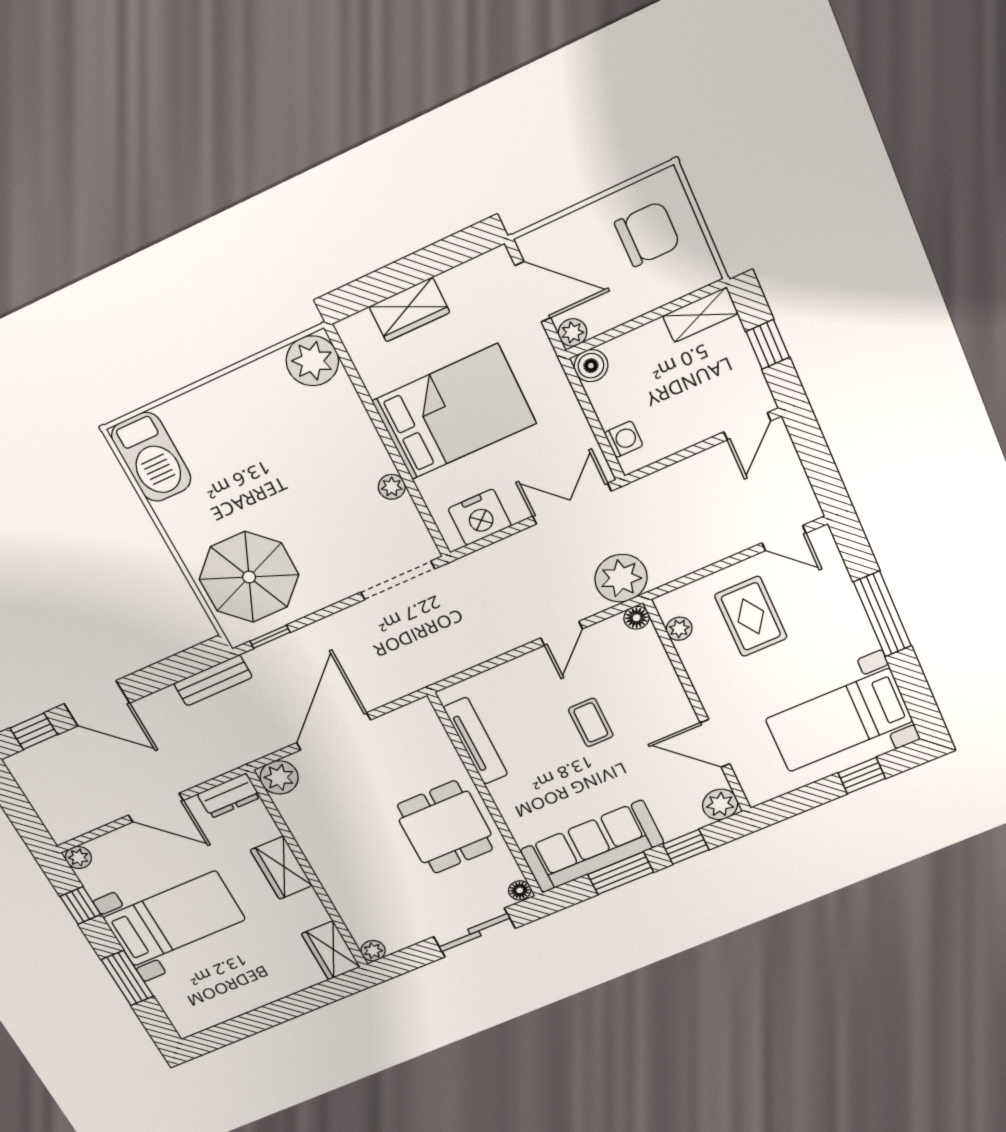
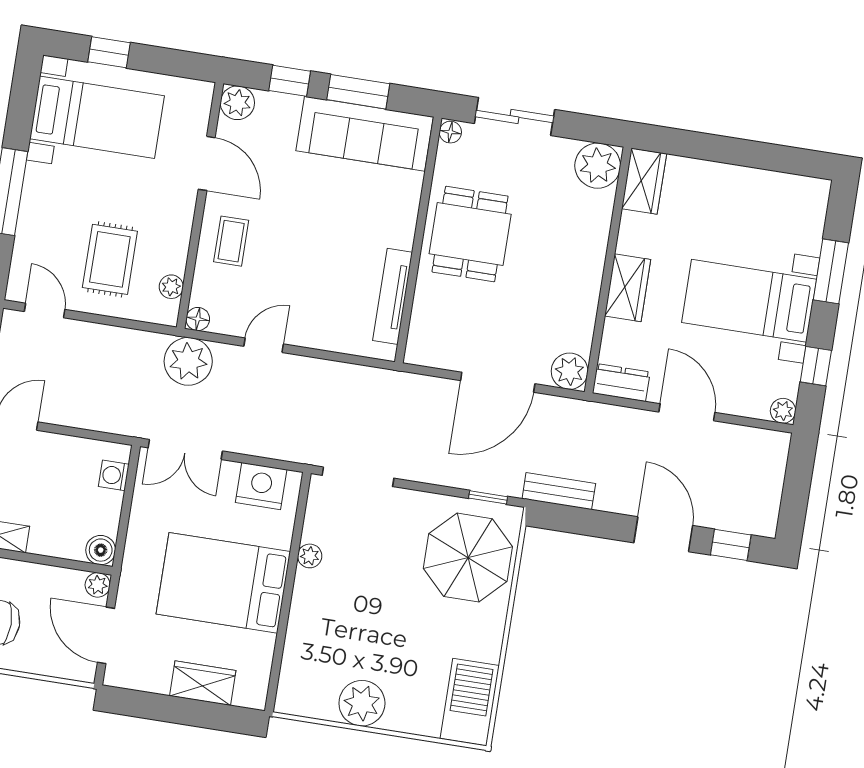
plant: (312, 361) -> (362, 703), moved
coffee table: (591, 722) -> (231, 241), moved
plant: (373, 951) -> (598, 166), width x1.88, depth x1.88

